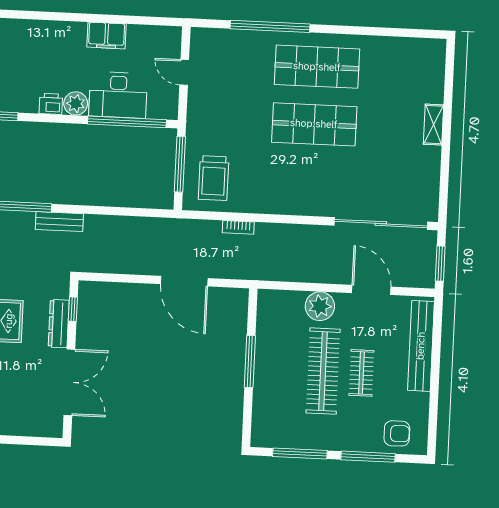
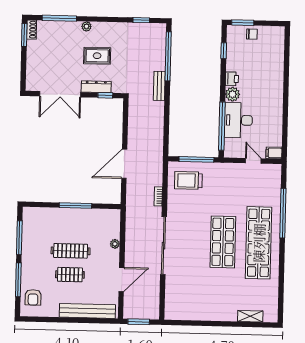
filing cabinet: (107, 35) -> (274, 153), moved, width x0.50
shop shelf: (317, 67) -> (259, 243), width x1.40
door: (184, 72) -> (253, 161), hinge flipped
shelving: (433, 125) -> (250, 316), moved
sliding door: (381, 224) -> (163, 246), moved
plant: (320, 306) -> (115, 244), width x0.53, depth x0.53
clothes rail: (323, 371) -> (71, 251), width x0.73, depth x0.76

